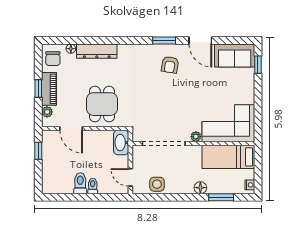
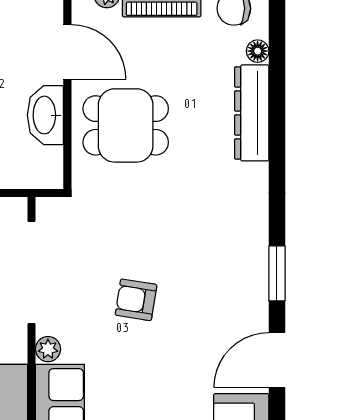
armchair: (170, 65) -> (136, 300), moved
door: (71, 128) -> (67, 52), swing flipped
washbasin: (121, 143) -> (45, 115), moved, turned -90

